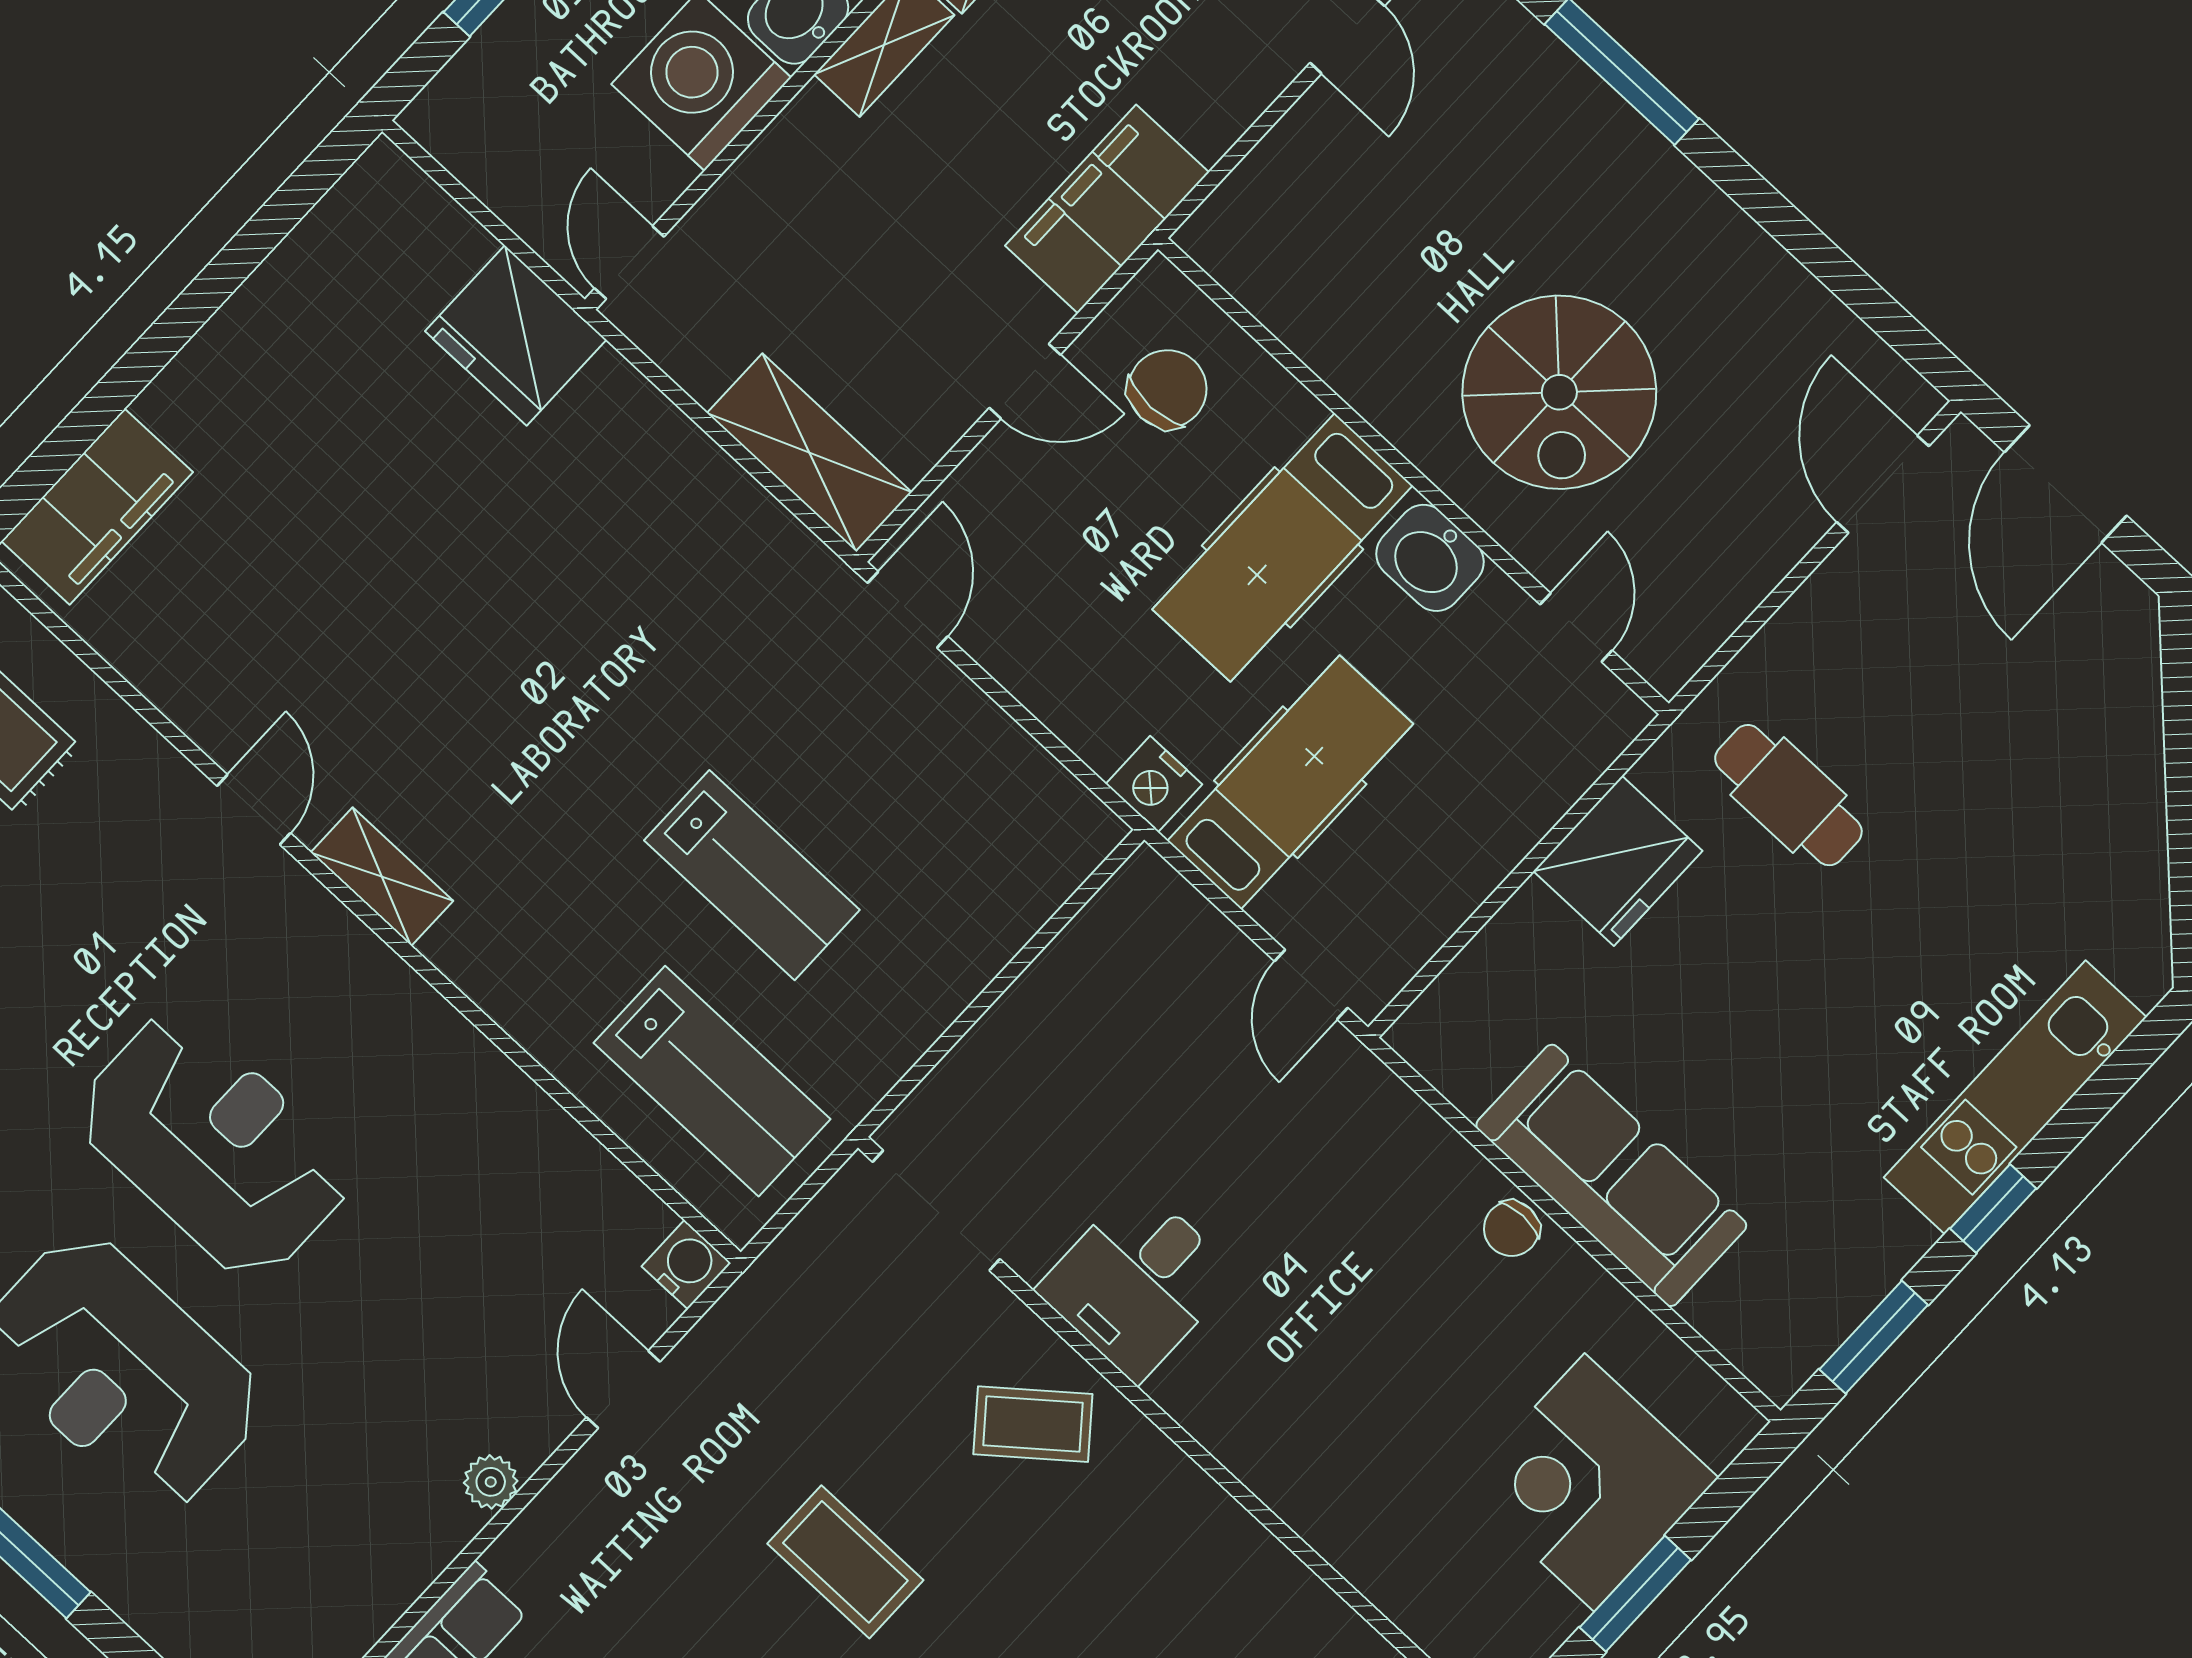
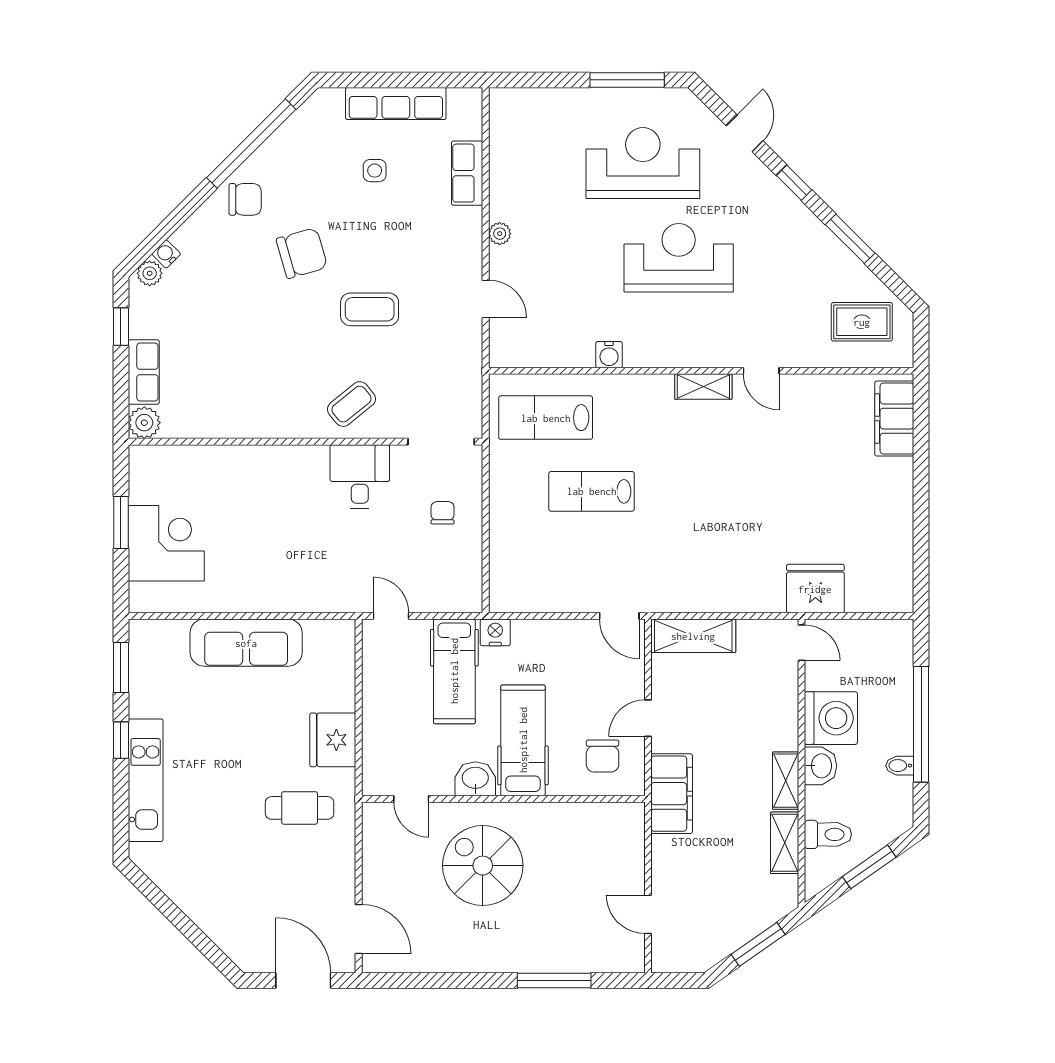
reception desk: (214, 1145) -> (679, 258), turned 180
chair: (1511, 1229) -> (443, 513), moved
water cooler: (686, 1265) -> (609, 355), moved

